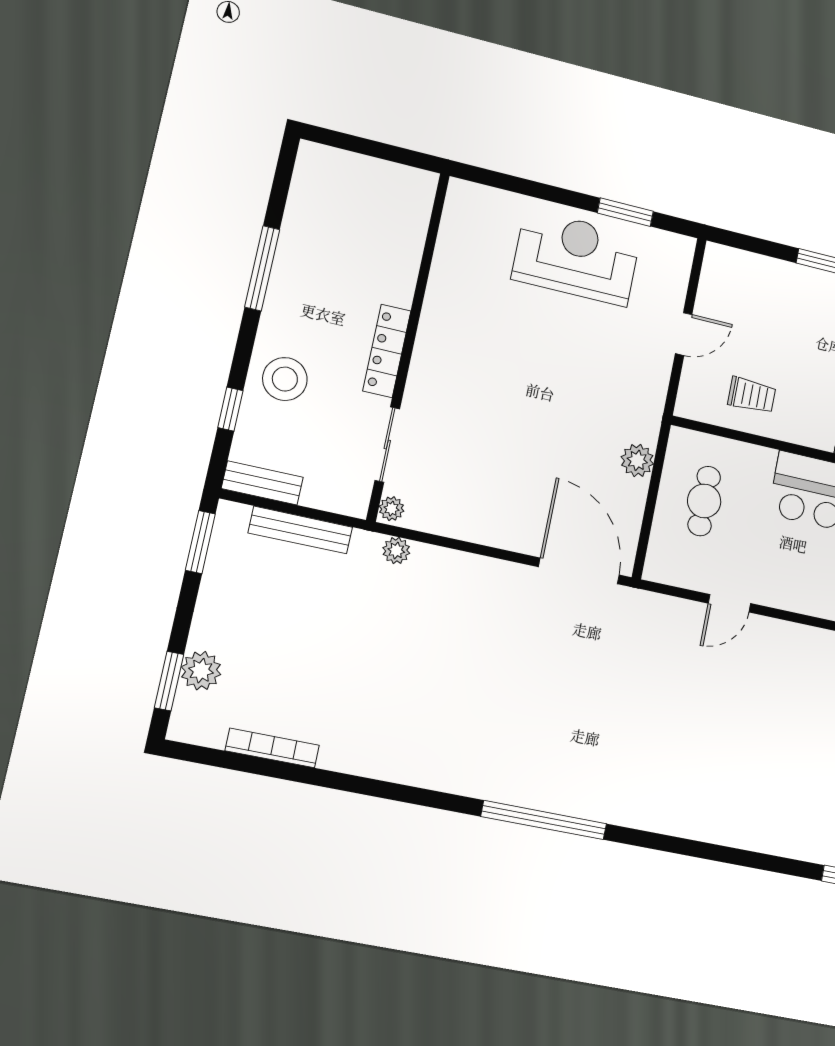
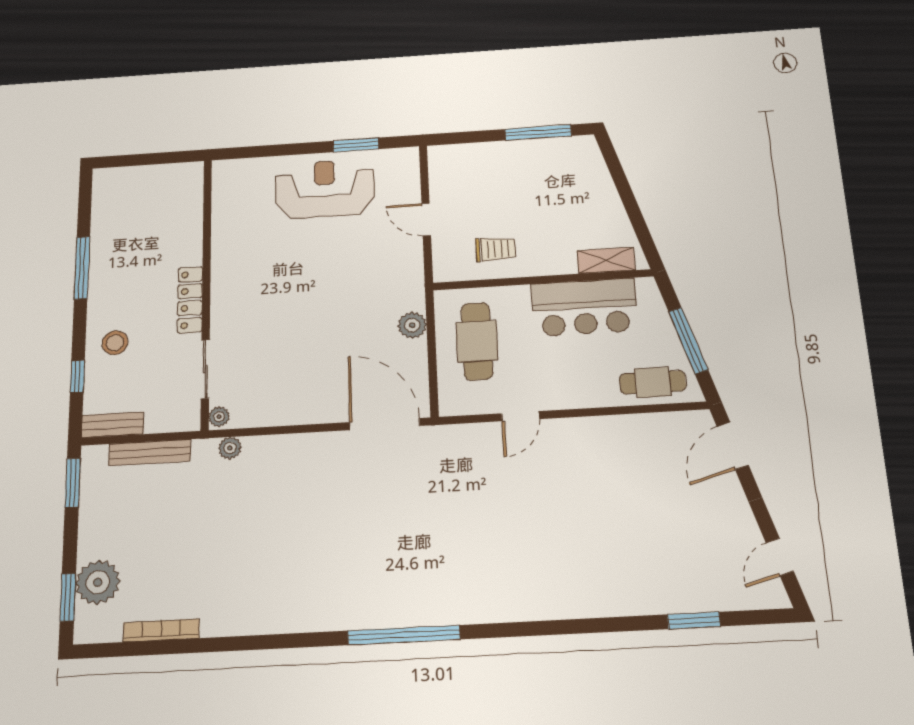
door: (684, 334) -> (426, 219), swing flipped
stool: (285, 379) -> (115, 343), width x0.73, depth x0.73
cafe table: (704, 501) -> (477, 341), width x1.37, depth x1.35
plant: (201, 671) -> (98, 582), width x1.36, depth x1.36

